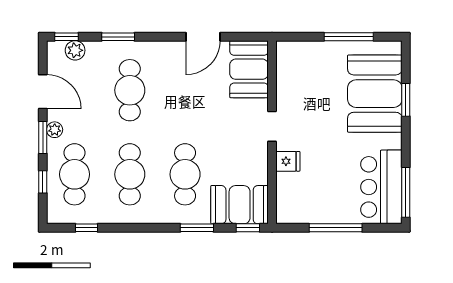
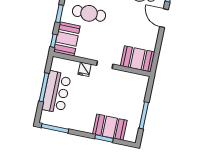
door: (203, 37) -> (164, 18), moved
booth: (375, 94) -> (110, 127), width x0.73, depth x0.70
bar counter: (381, 187) -> (56, 92), moved, turned 90

